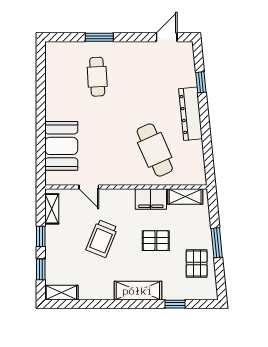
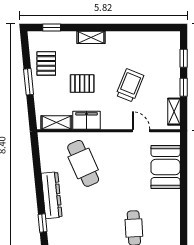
shelving: (138, 291) -> (91, 37), width x0.67, depth x0.75
shelving: (61, 293) -> (165, 38), removed
window: (175, 304) -> (52, 28), moved

